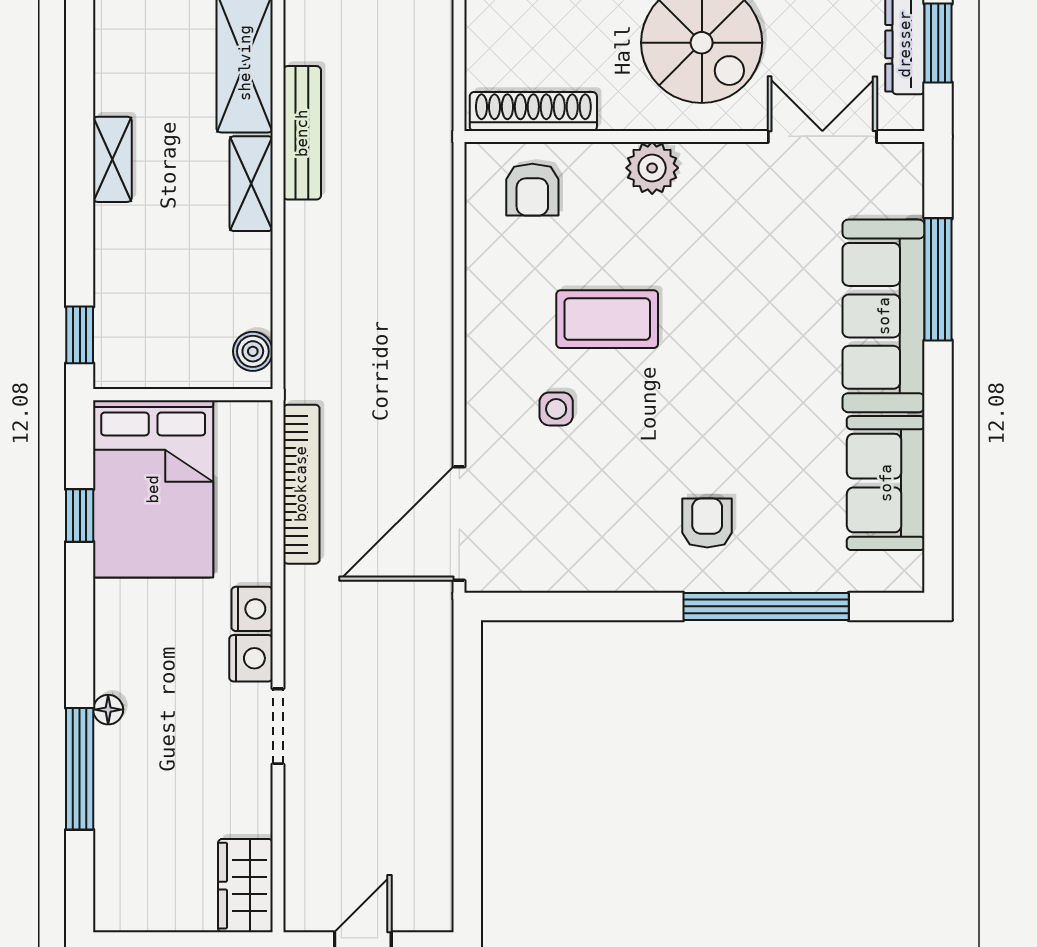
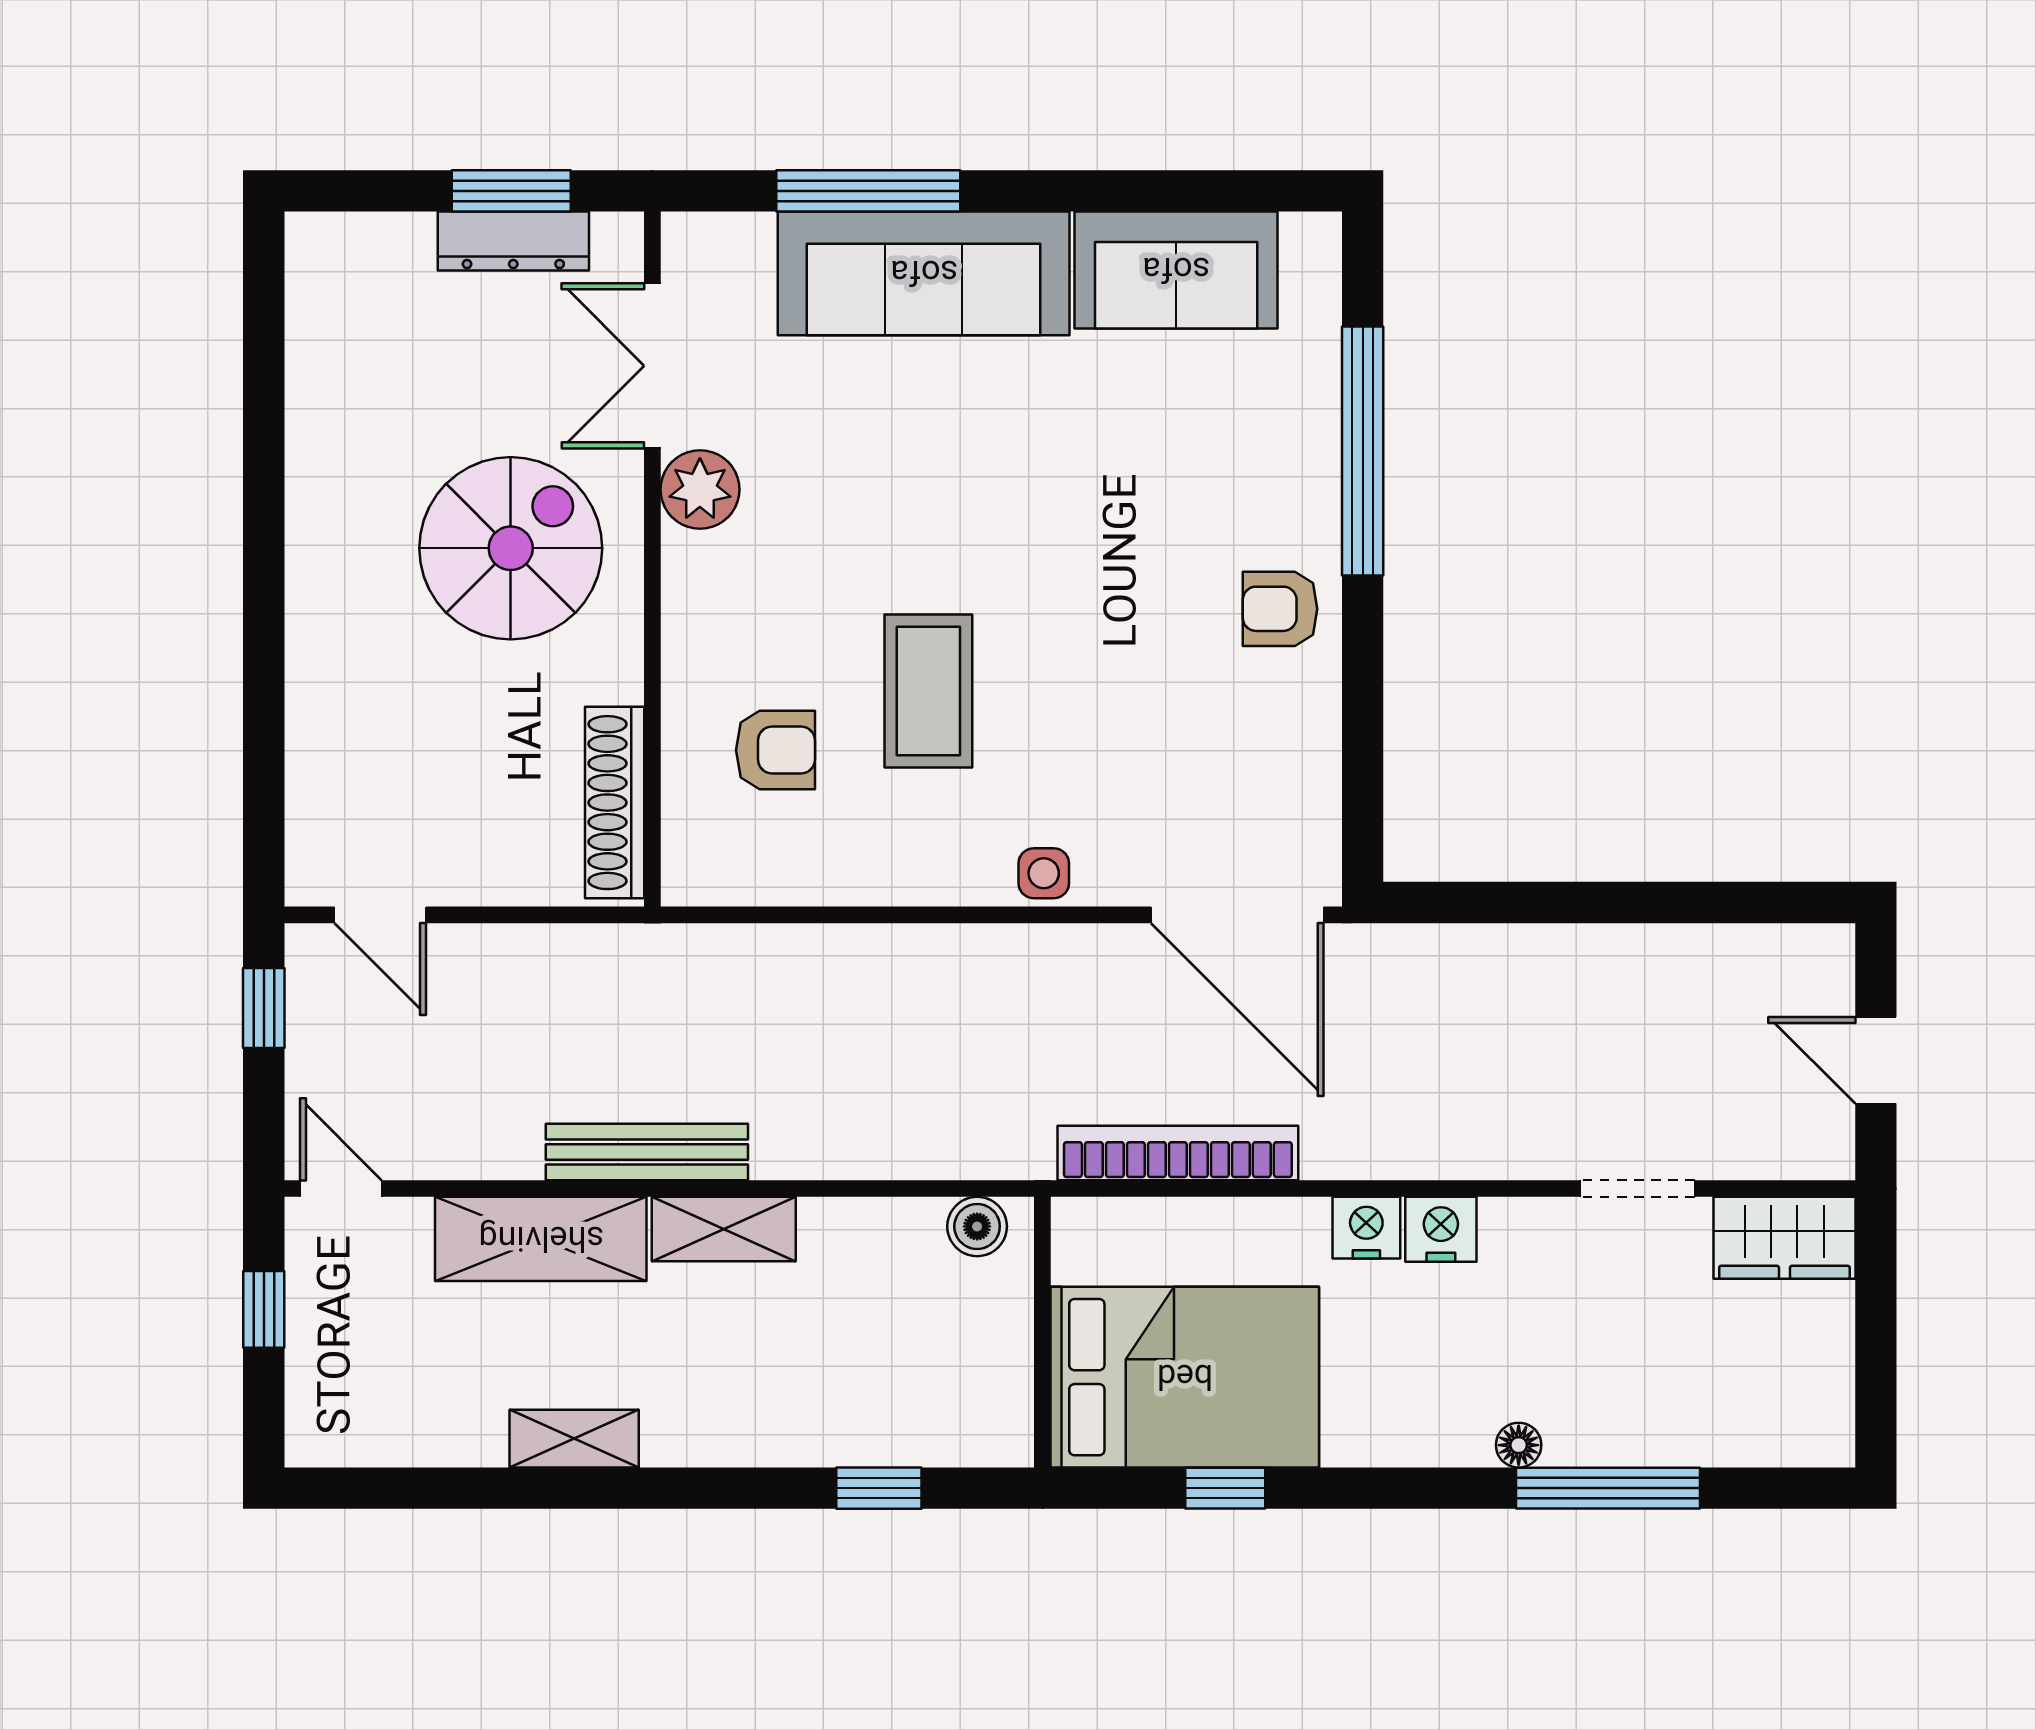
shelving: (112, 159) -> (574, 1439), moved
plant: (652, 168) -> (700, 490), moved
armchair: (532, 190) -> (775, 750), moved
window: (80, 335) -> (879, 1488), moved
side table: (556, 409) -> (1044, 873), moved
armchair: (707, 523) -> (1280, 609), moved
doorway: (278, 726) -> (1637, 1189), moved

